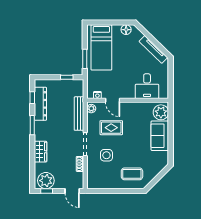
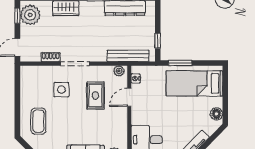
bench: (79, 114) -> (128, 56), moved

